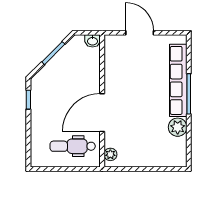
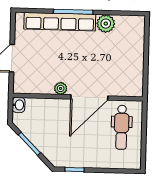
door: (102, 113) -> (89, 97), hinge flipped
plant: (110, 154) -> (61, 88), moved

